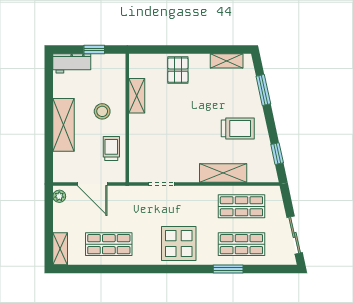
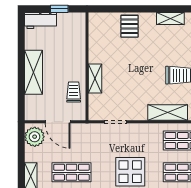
shelving: (137, 96) -> (95, 79), moved
stool: (102, 111) -> (66, 61), removed
plant: (59, 196) -> (35, 137), width x1.88, depth x1.88

